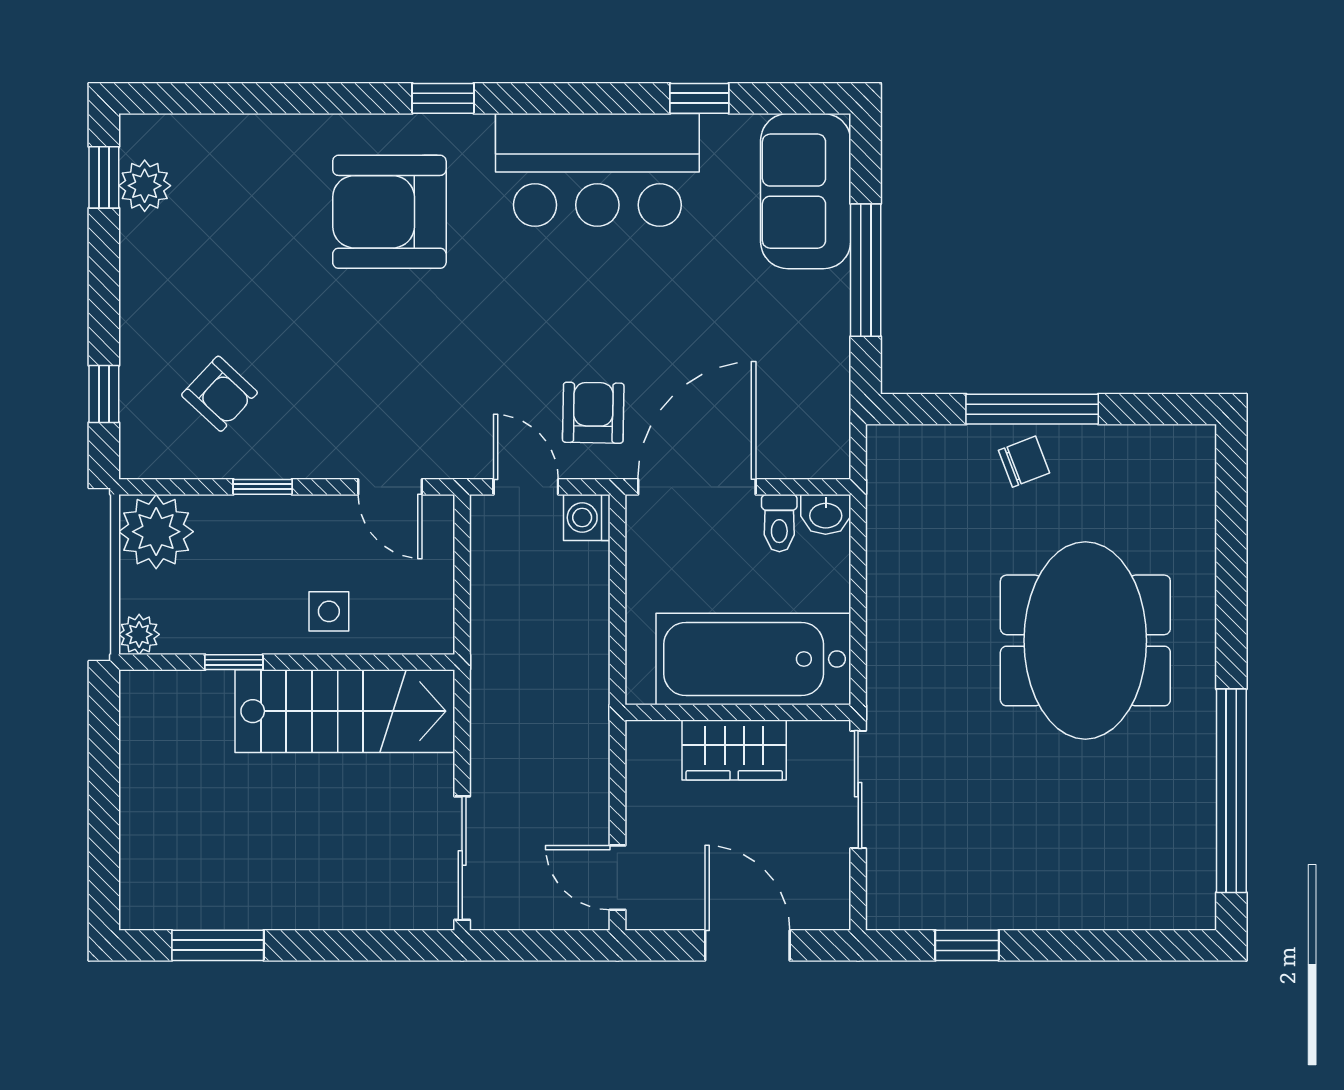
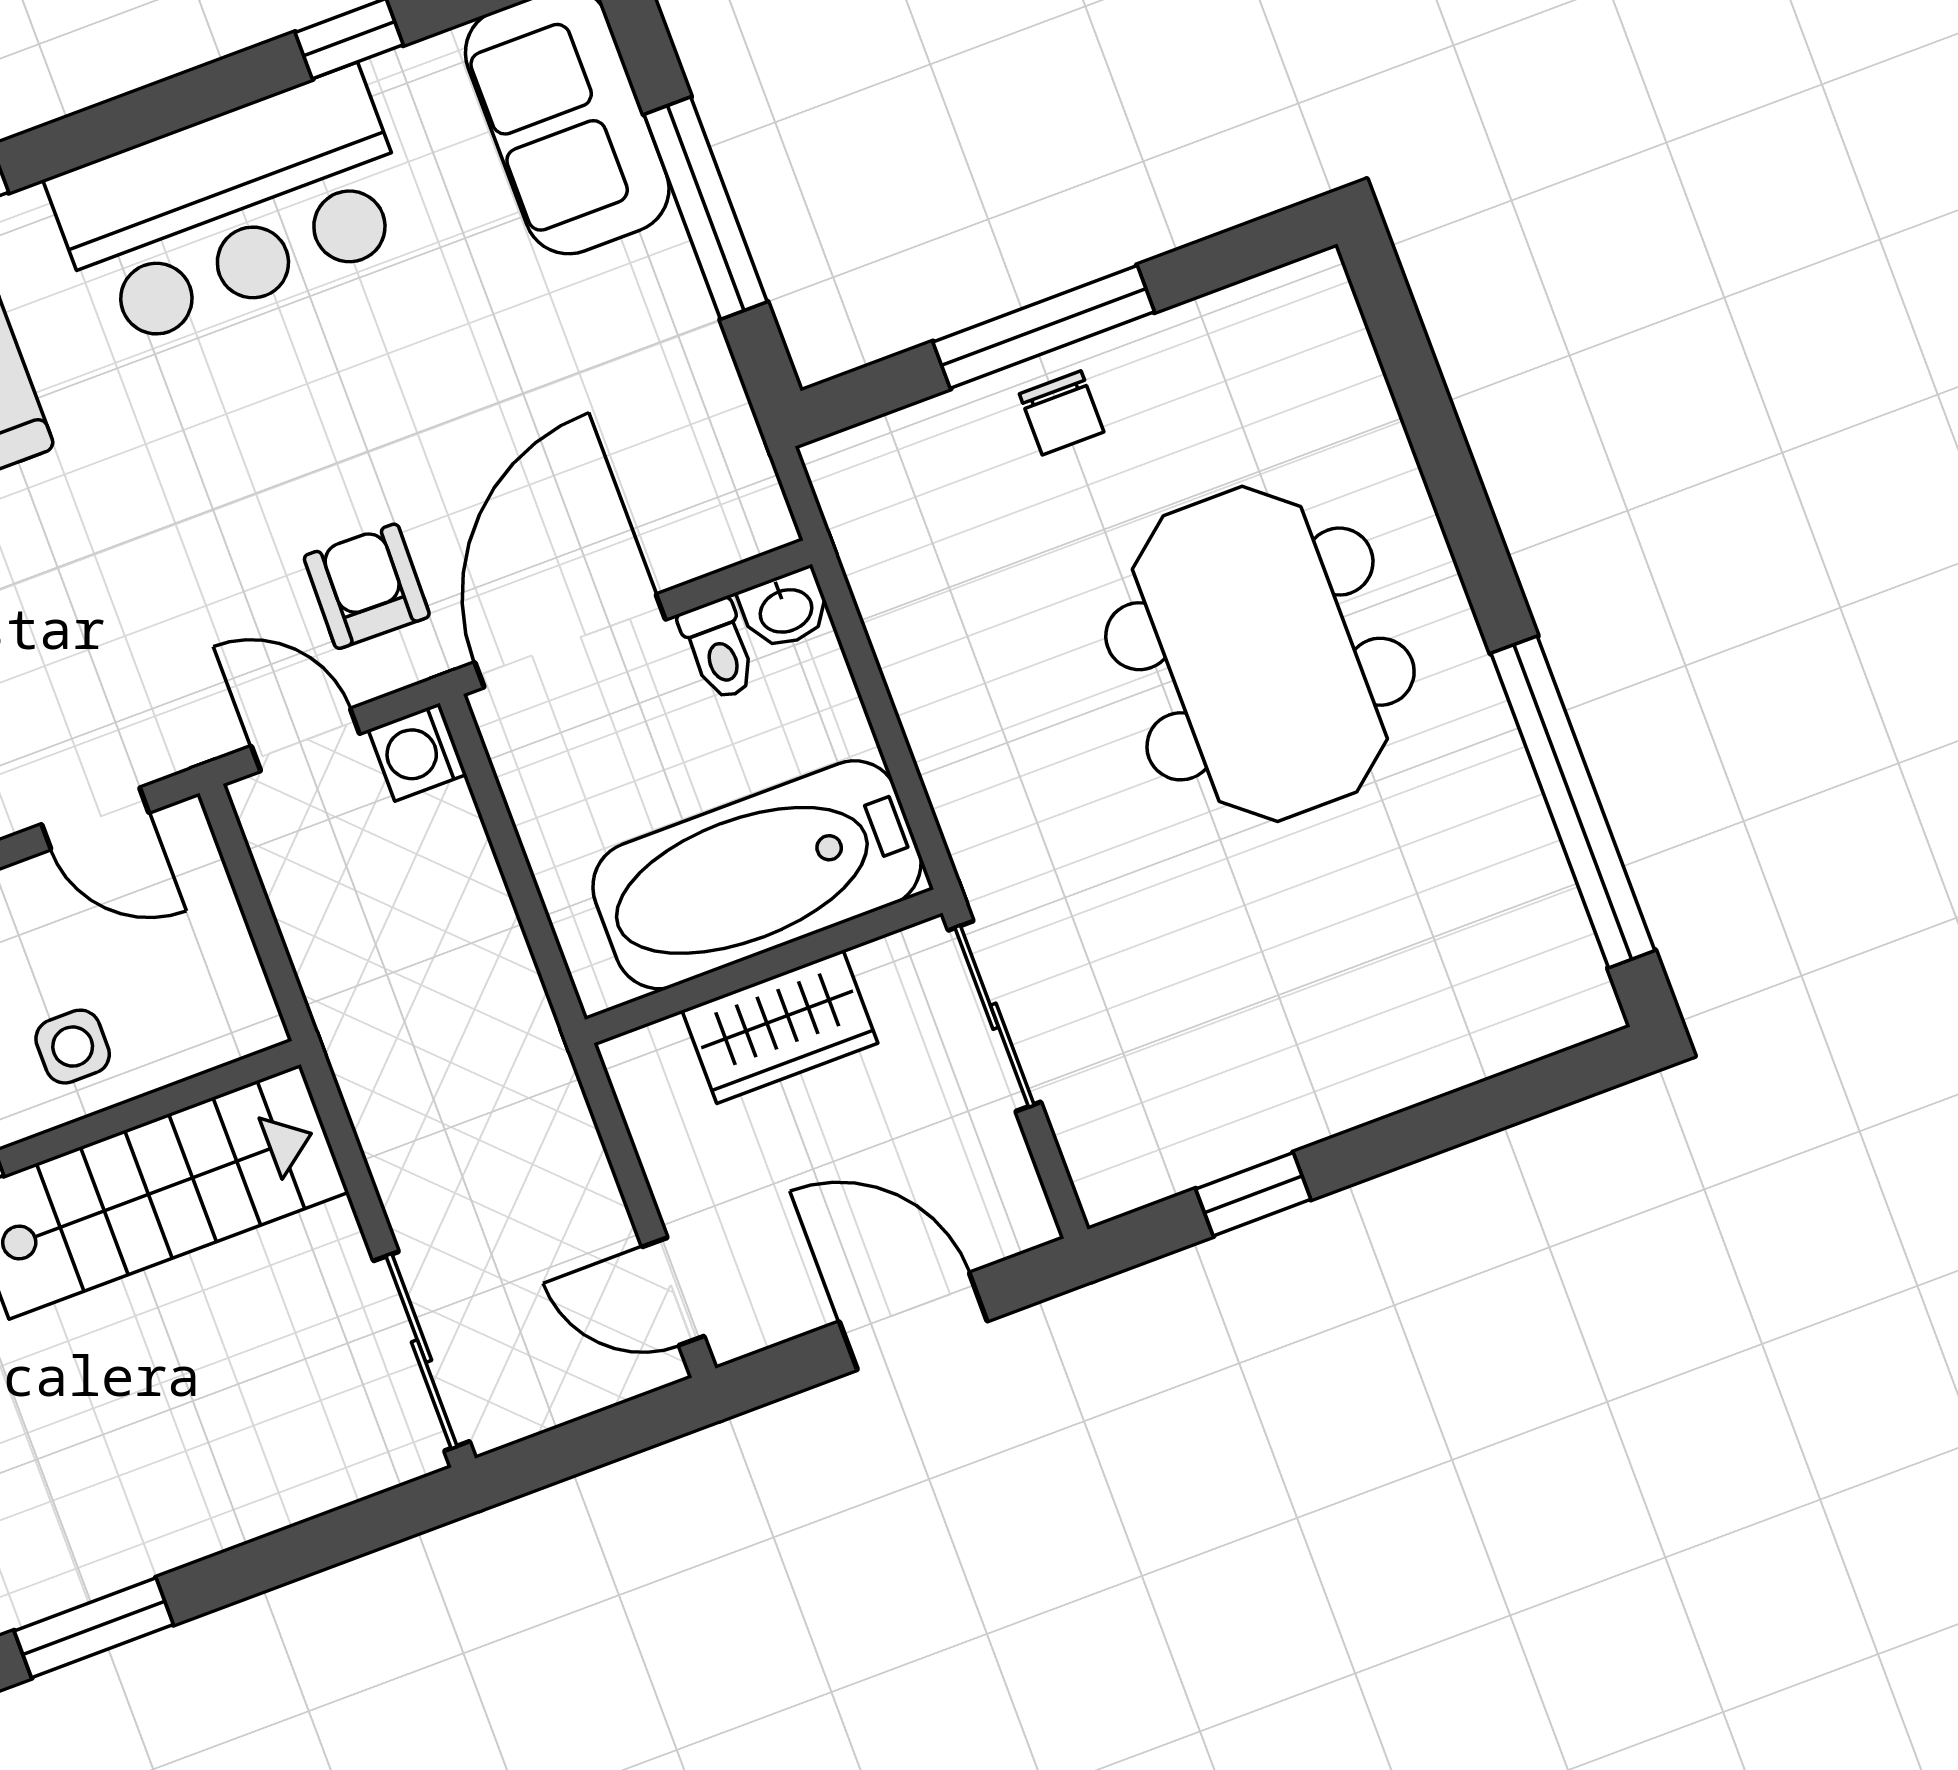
chair: (1024, 462) -> (1062, 413), turned 111

